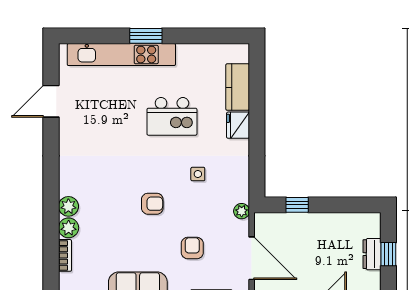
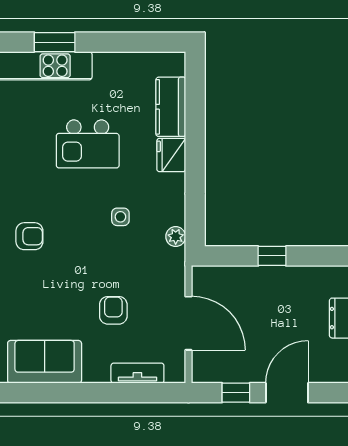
armchair: (152, 204) -> (29, 236), moved
window: (297, 205) -> (272, 256), moved
plant: (242, 211) -> (176, 237), moved

